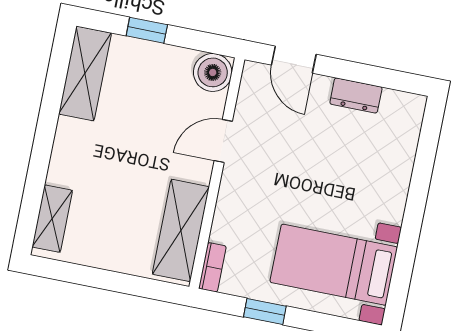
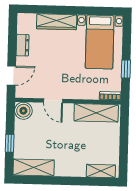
wardrobe: (394, 178) -> (57, 22), added

